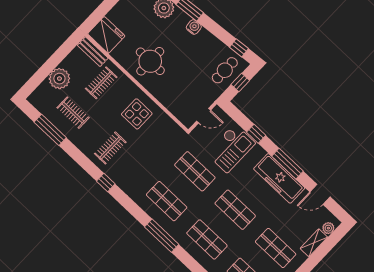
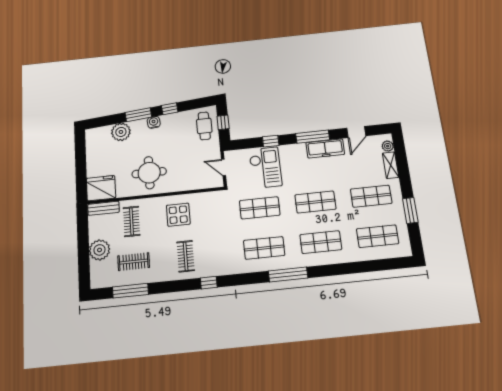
window: (239, 48) -> (170, 109), moved
door: (204, 116) -> (224, 167), swing flipped
freezer: (279, 178) -> (325, 148), width x0.73, depth x0.79

